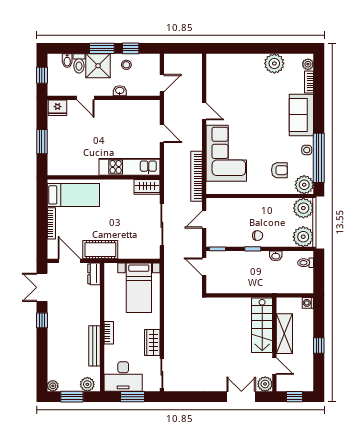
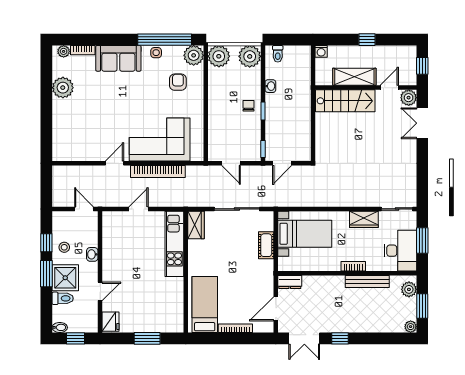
bidet: (67, 61) -> (60, 327), moved
bookcase: (196, 176) -> (158, 172), moved
cot: (100, 250) -> (266, 245), moved, width x0.73, depth x0.75

